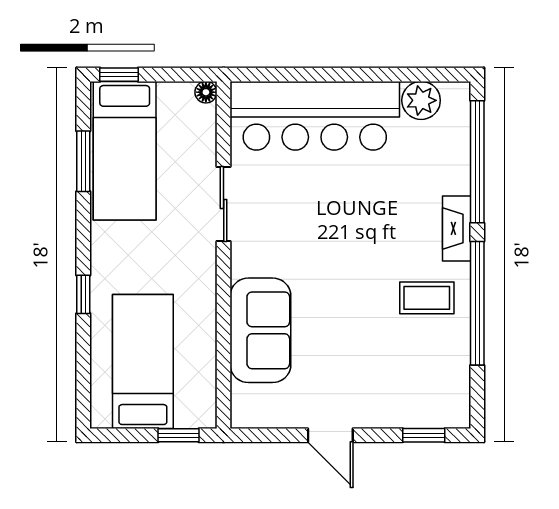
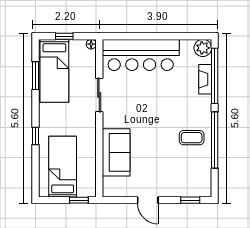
window: (119, 75) -> (64, 36), moved
plant: (421, 100) -> (203, 48), moved
fireplace: (457, 228) -> (205, 79), moved

